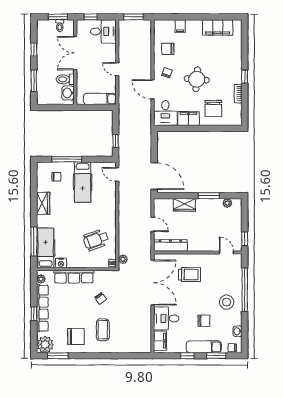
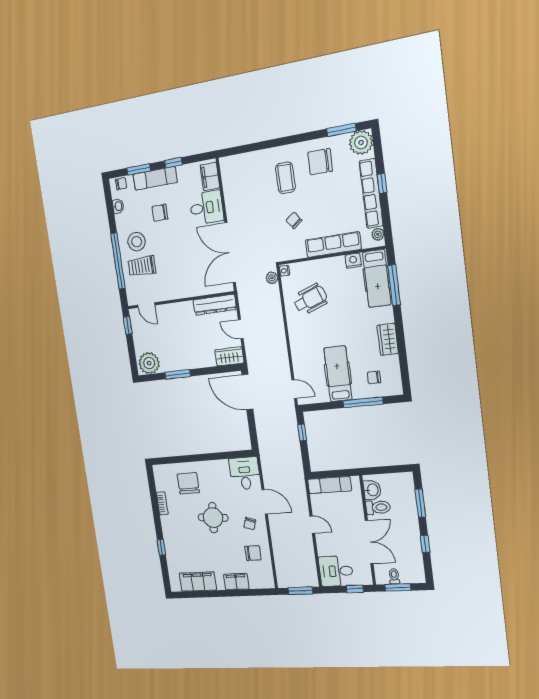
filing cabinet: (180, 26) -> (236, 582), width x2.00
window: (245, 77) -> (161, 547), moved
filing cabinet: (188, 119) -> (216, 469), removed
plant: (227, 203) -> (149, 363), width x1.88, depth x1.88
wardrobe: (184, 205) -> (229, 356), moved
trolley: (190, 275) -> (142, 266), moved

